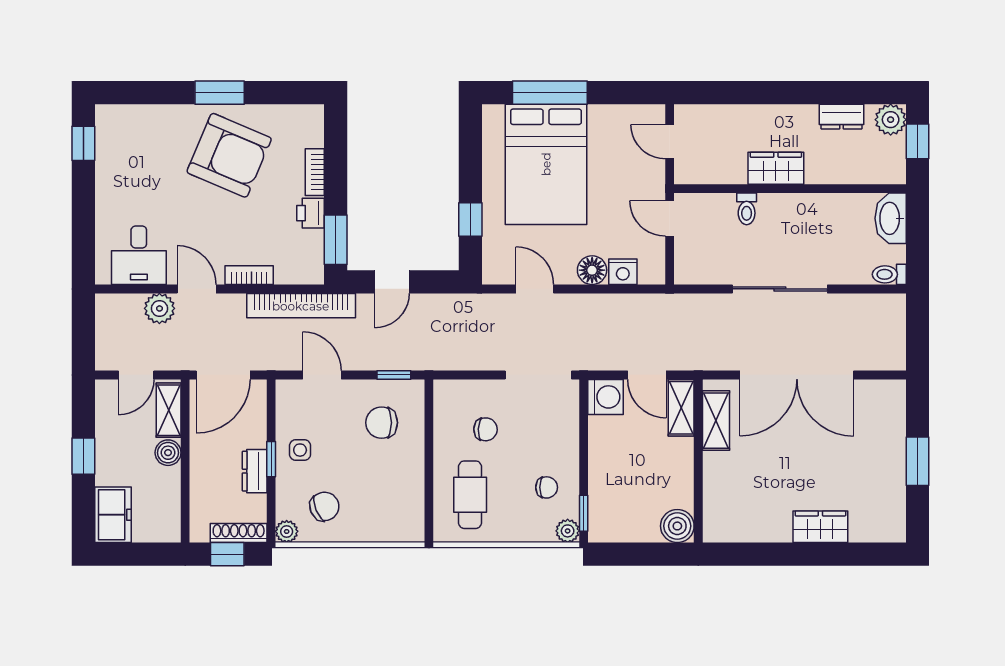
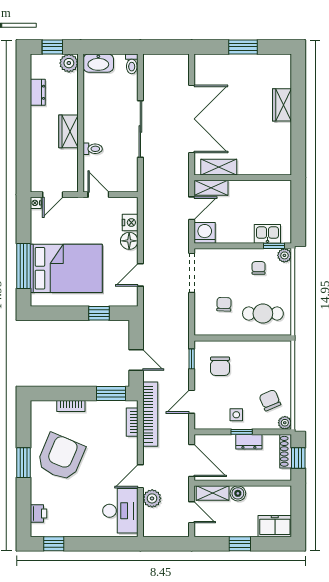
nightstand: (656, 113) -> (36, 203), added
plant: (891, 120) -> (69, 63), moved
printer: (311, 213) -> (38, 514), moved, turned -90
door: (670, 218) -> (98, 195), swing flipped
desk: (139, 255) -> (120, 511), width x1.37
bookcase: (249, 275) -> (132, 422), moved
kitchen sink: (604, 502) -> (267, 234), added
boiler: (677, 526) -> (282, 190), removed

